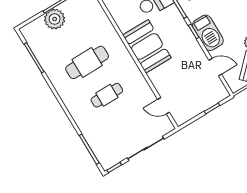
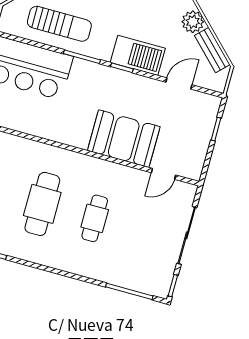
booth: (147, 46) -> (124, 139), moved

